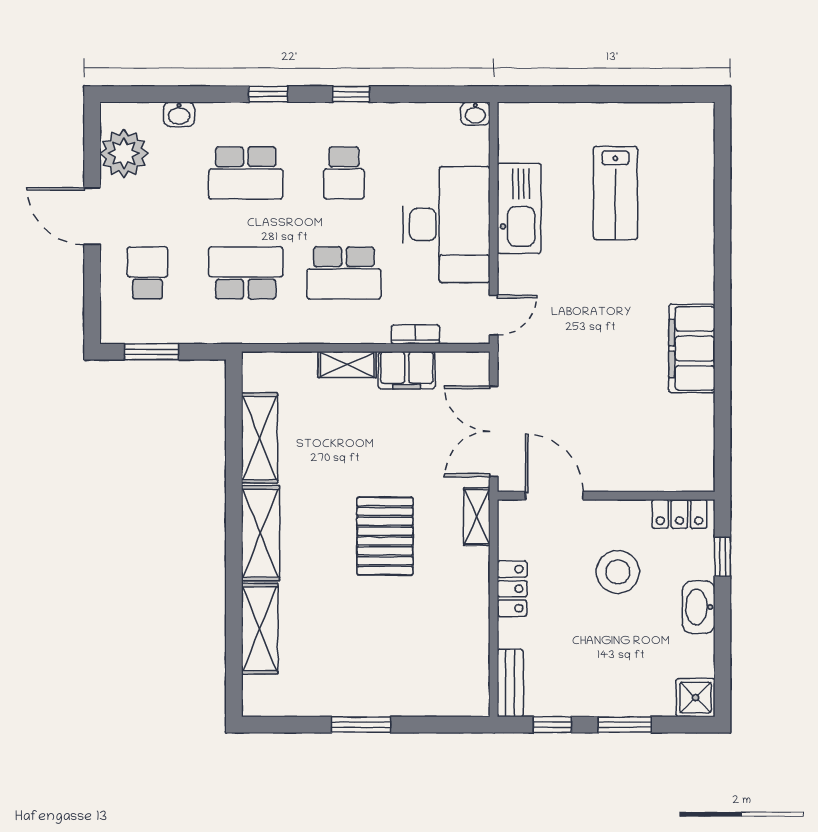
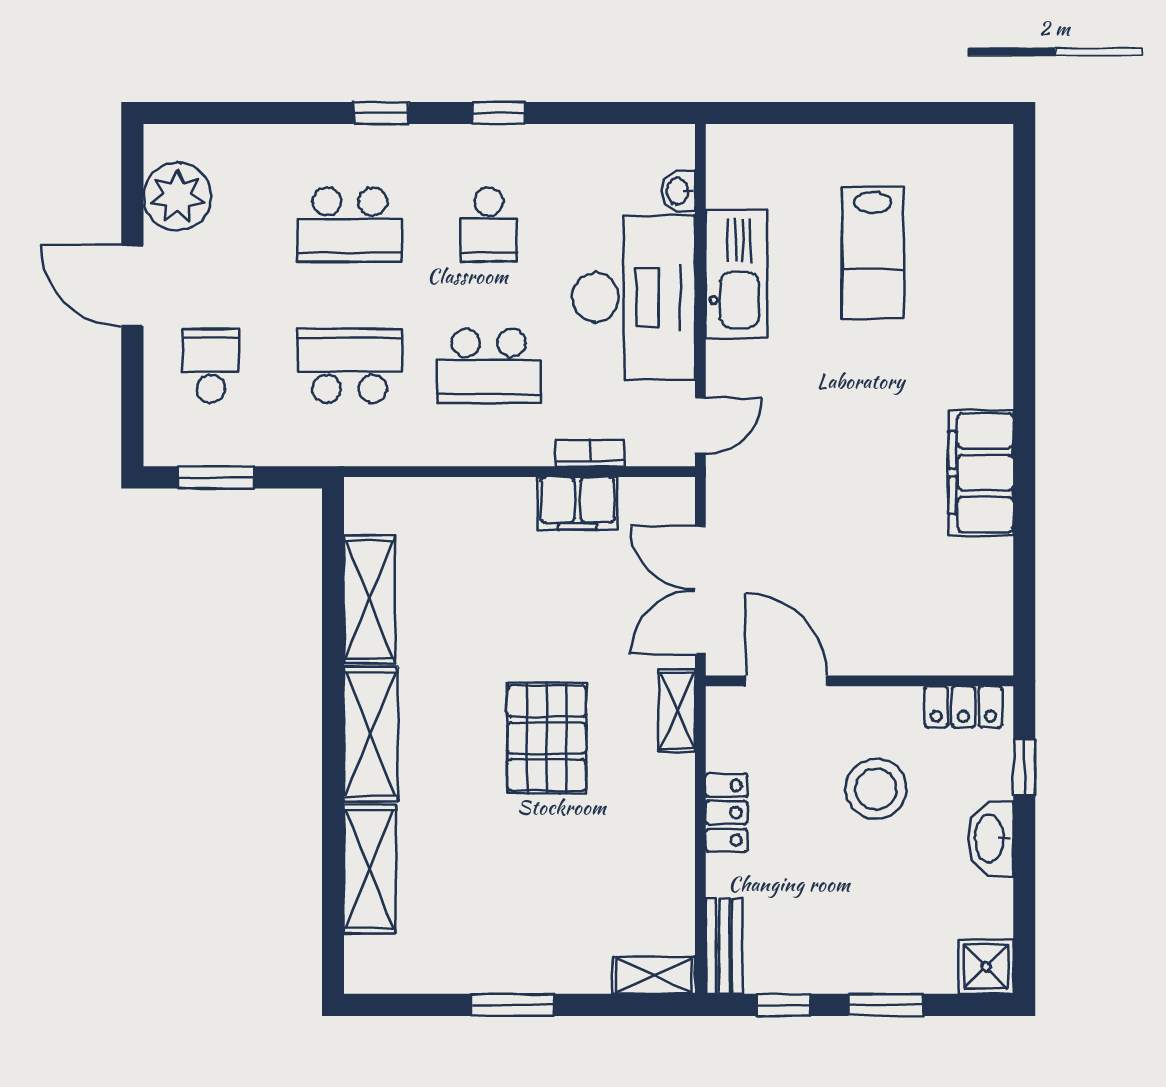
washbasin: (179, 114) -> (255, 142), removed
washbasin: (475, 114) -> (679, 191), moved, turned 90
shelving: (347, 365) -> (654, 975), moved

